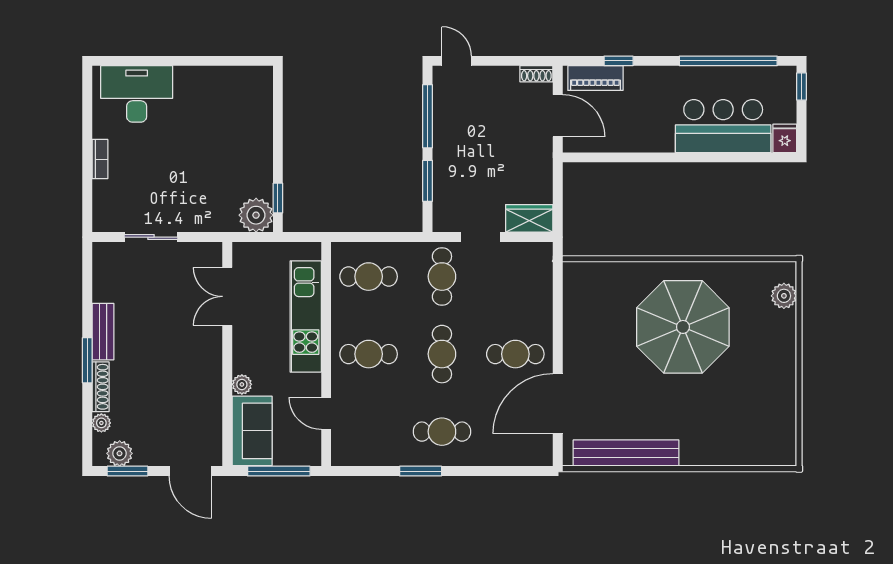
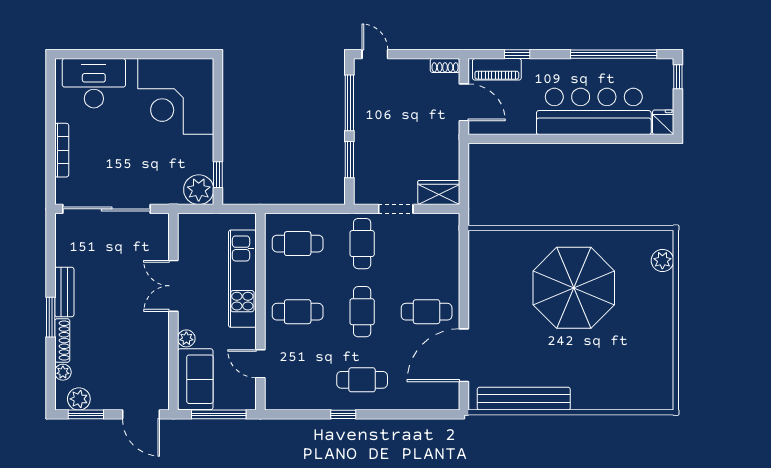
corner desk: (230, 109) -> (176, 96), added
bar counter: (723, 126) -> (594, 111), width x1.36
bookcase: (100, 159) -> (62, 150), width x1.56
sliding door: (151, 237) -> (107, 209), width x1.86
double door: (227, 296) -> (173, 286), moved
window: (421, 471) -> (343, 414), width x0.67

